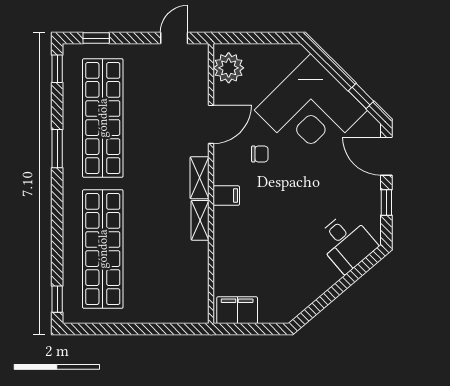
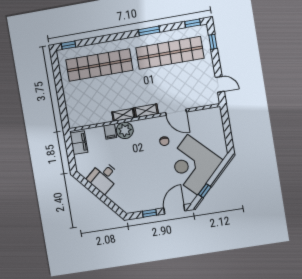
plant: (229, 68) -> (125, 130), moved
filing cabinet: (226, 196) -> (110, 132), moved
desk: (346, 242) -> (103, 177), moved

